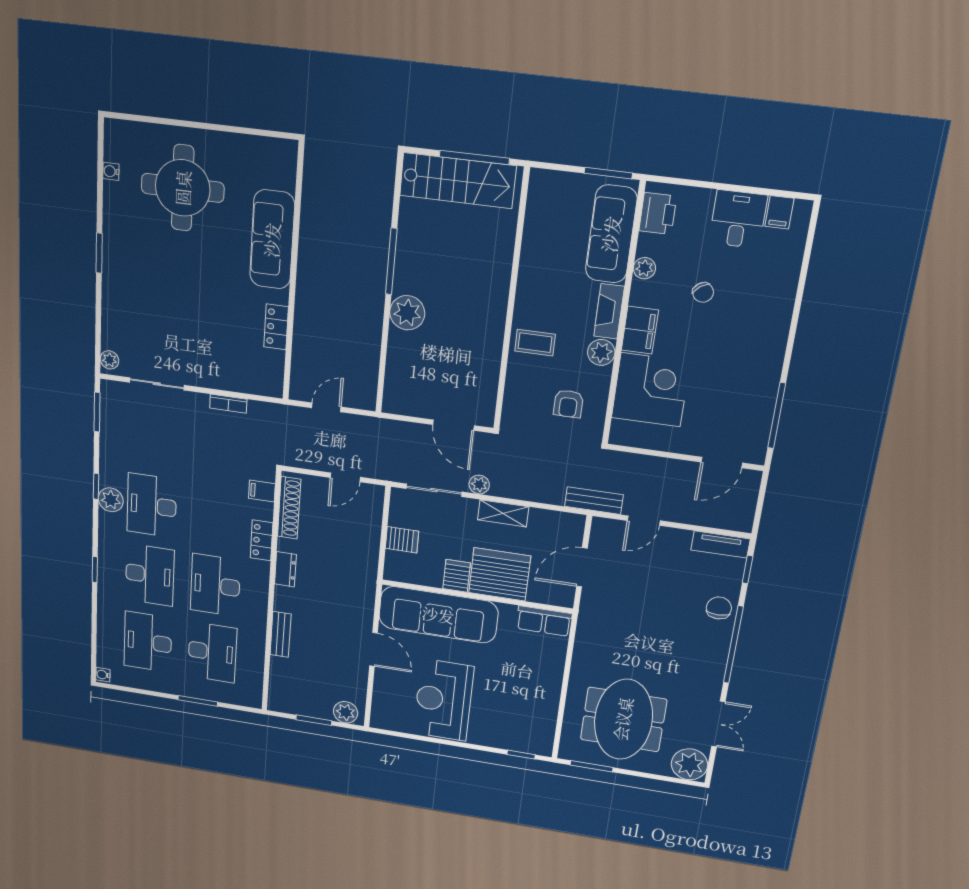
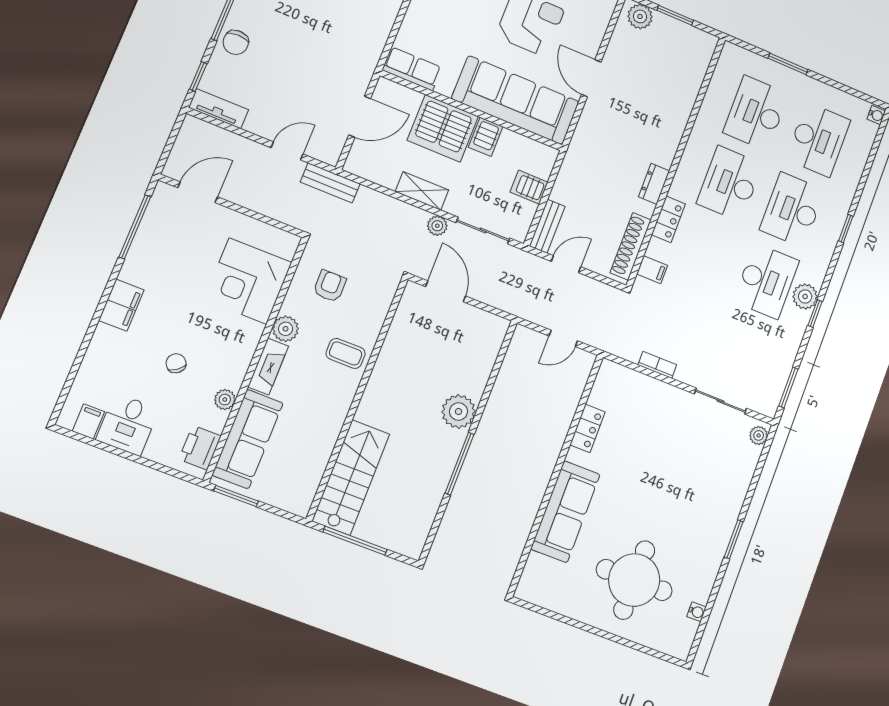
stairs: (458, 181) -> (351, 477), moved, turned 90
filing cabinet: (640, 330) -> (121, 305), moved, turned 180
desk: (215, 585) -> (730, 184), turned 180
bench: (281, 634) -> (547, 226), moved

